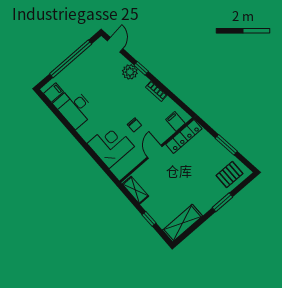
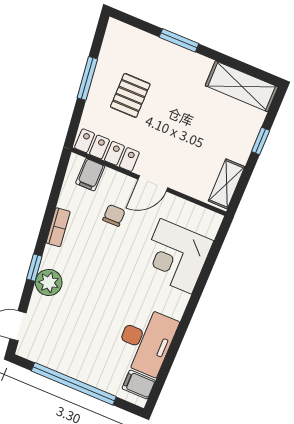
chair: (134, 125) -> (114, 215), moved
pallet: (230, 174) -> (130, 95), moved, turned 90

